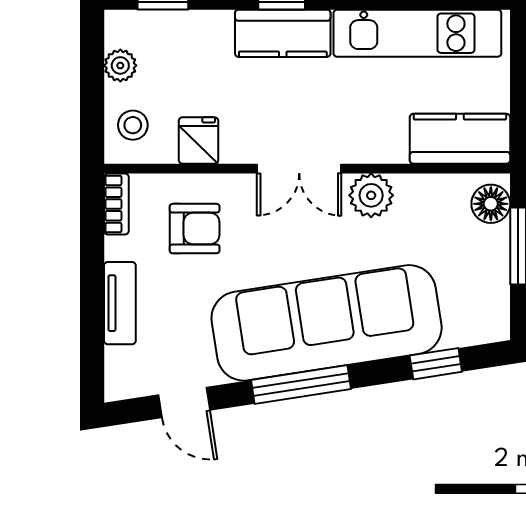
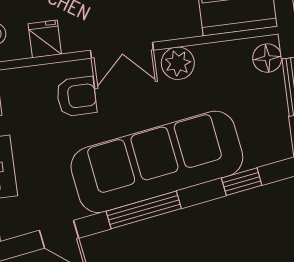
armchair: (195, 229) -> (77, 96), moved

